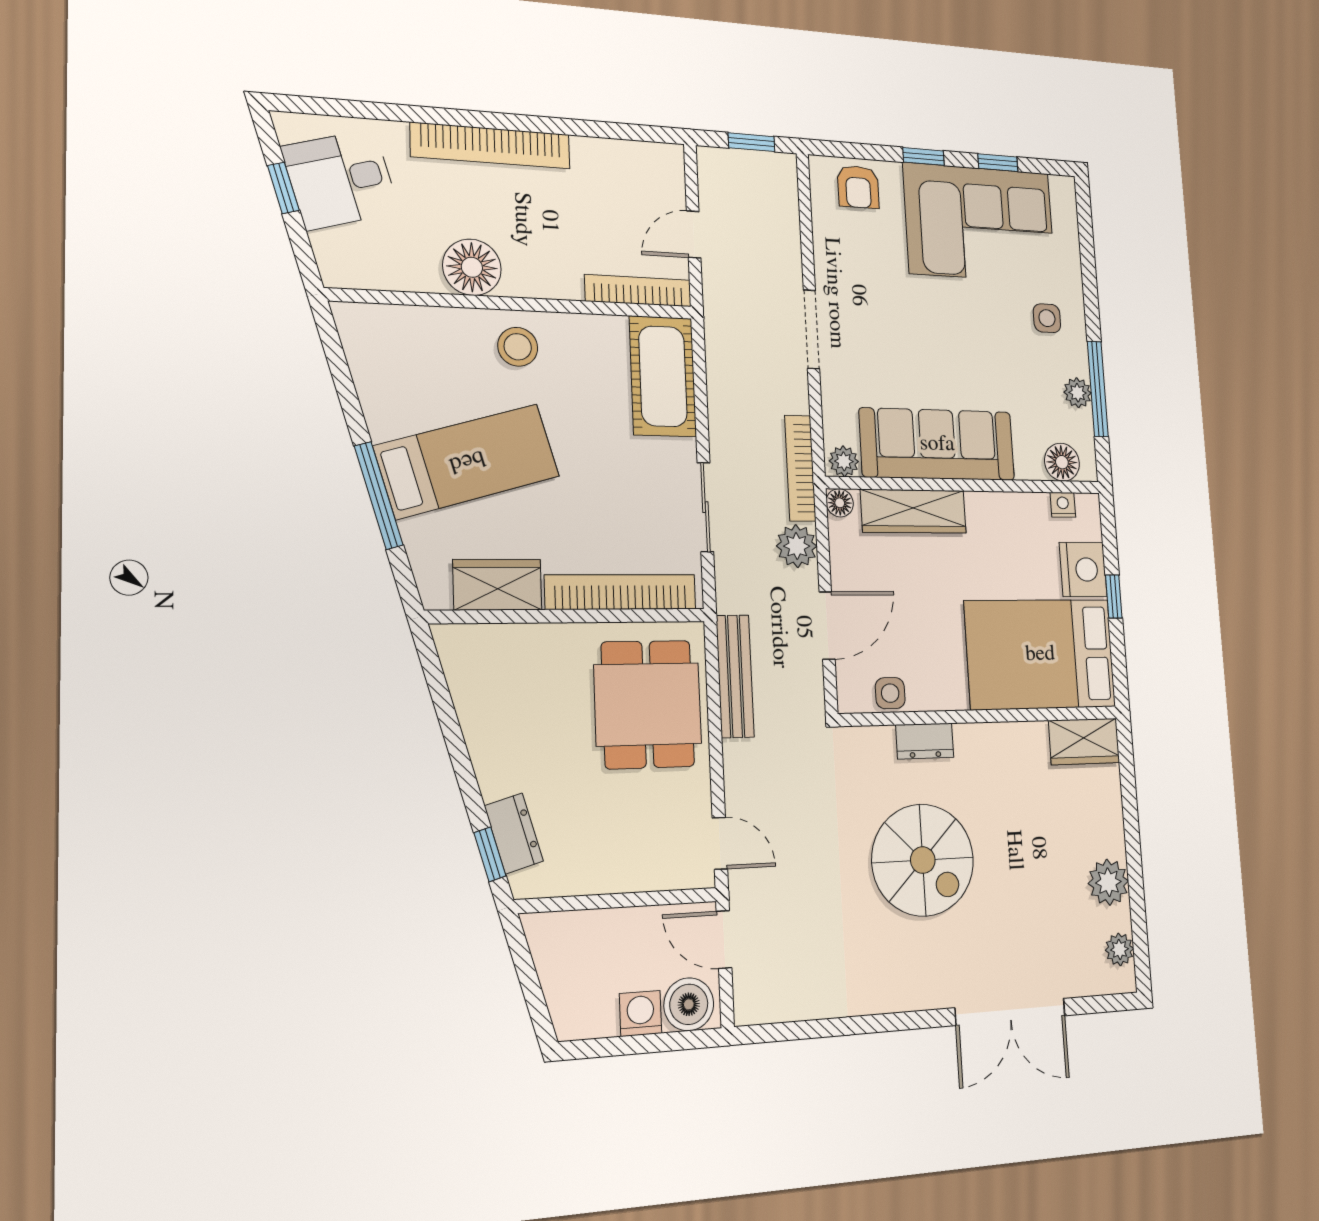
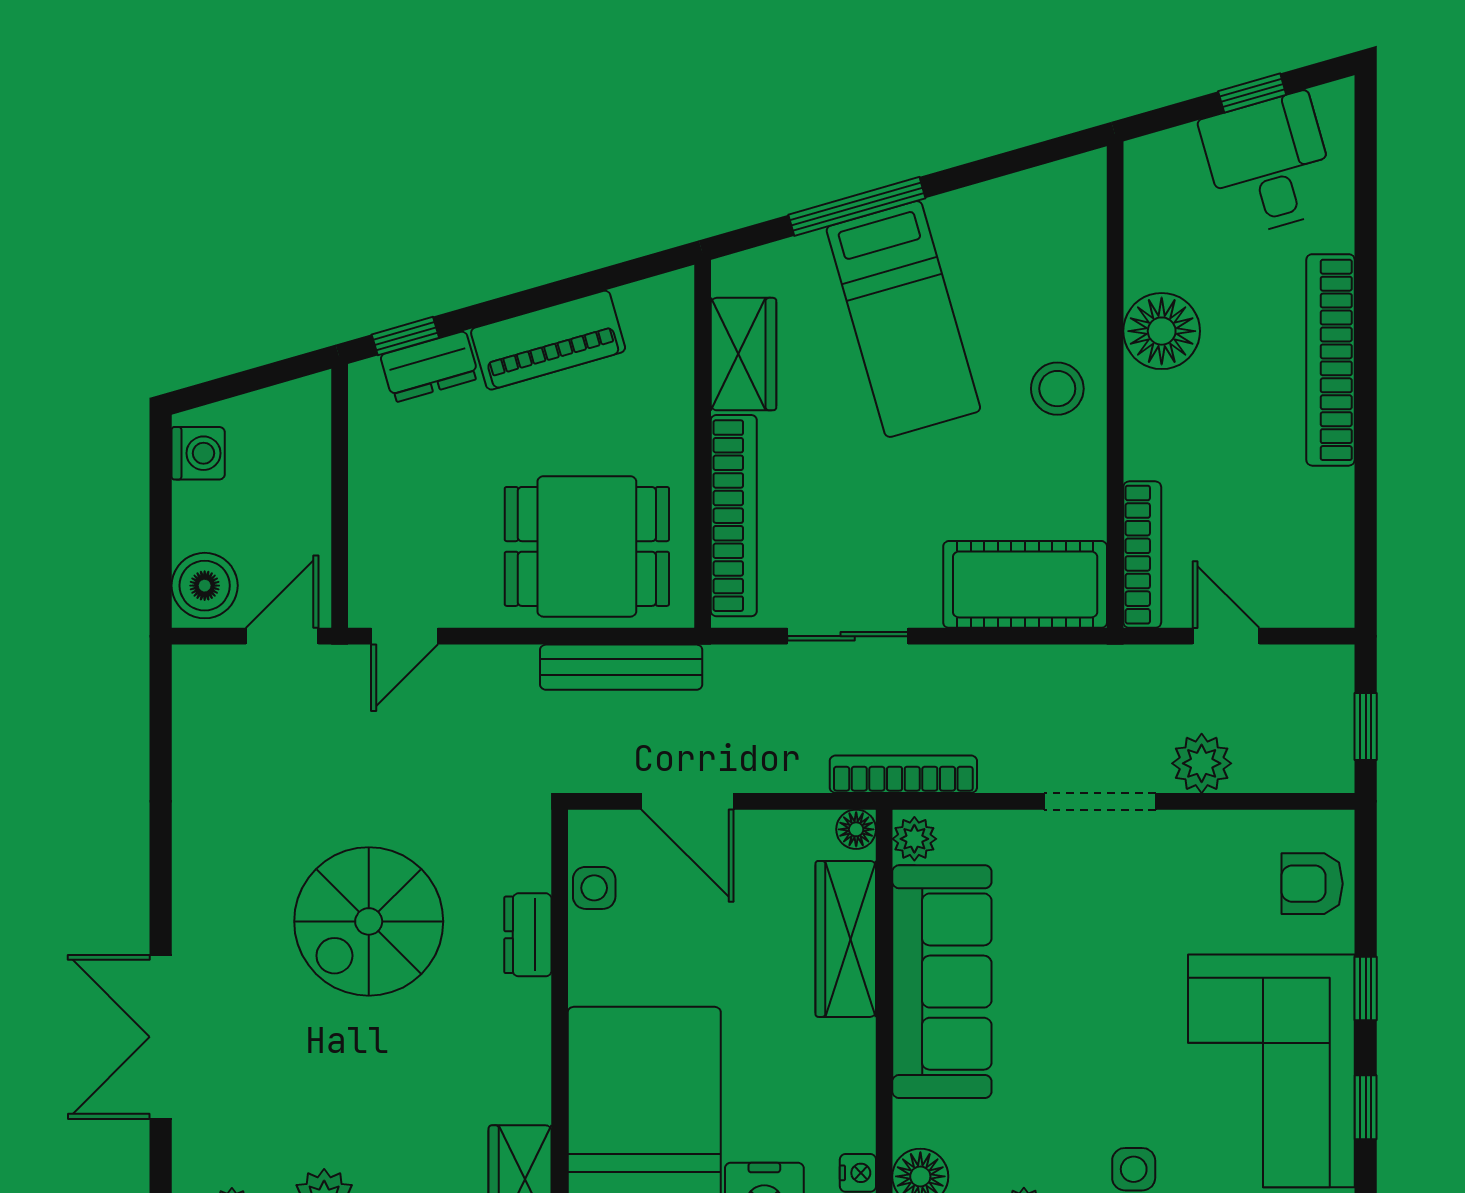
plant: (797, 546) -> (1202, 763), moved
piano: (490, 739) -> (548, 340), added
washing machine: (640, 1013) -> (198, 453), moved

